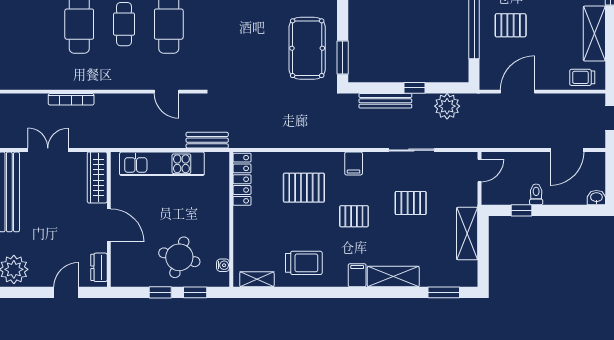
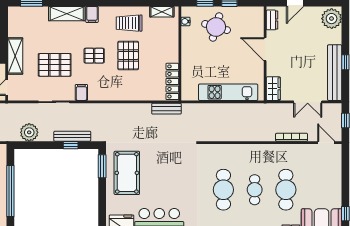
window: (414, 88) -> (71, 145), moved
door: (166, 92) -> (326, 143), moved
bench: (207, 140) -> (166, 109), moved
filing cabinet: (354, 163) -> (81, 92), moved
wardrobe: (97, 177) -> (273, 89), width x0.67
pallet: (304, 188) -> (128, 55), moved, turned 90
pallet: (411, 203) -> (55, 65), width x1.50, depth x1.42
shelving: (467, 234) -> (15, 56), moved

